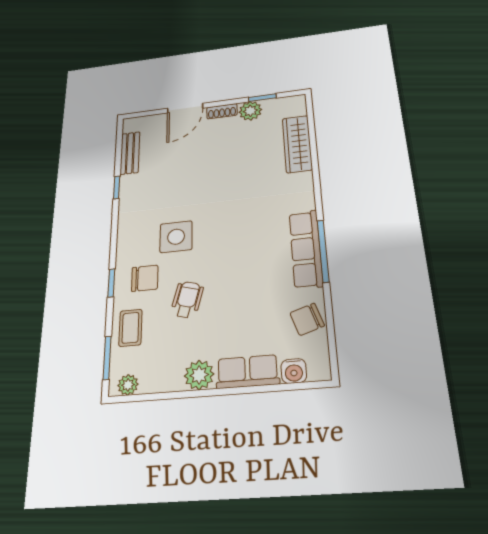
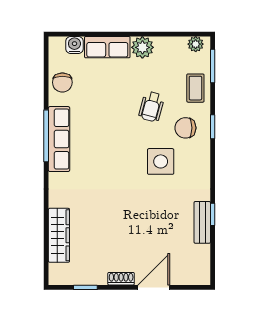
plant: (250, 111) -> (96, 275), removed
bench: (130, 153) -> (202, 222), moved
chair: (307, 319) -> (62, 82), turned 108

